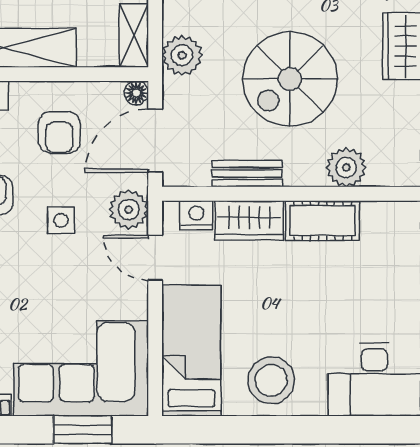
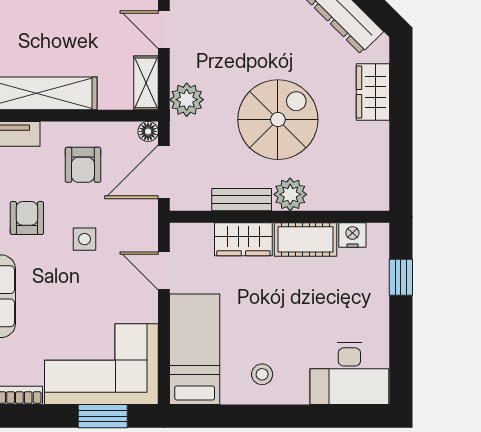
spiral stairs: (290, 79) -> (278, 120), turned 180
plant: (346, 167) -> (290, 194), moved
plant: (129, 210) -> (142, 230), removed
nightstand: (196, 215) -> (352, 235), moved
stool: (271, 380) -> (262, 374), width x0.53, depth x0.53

